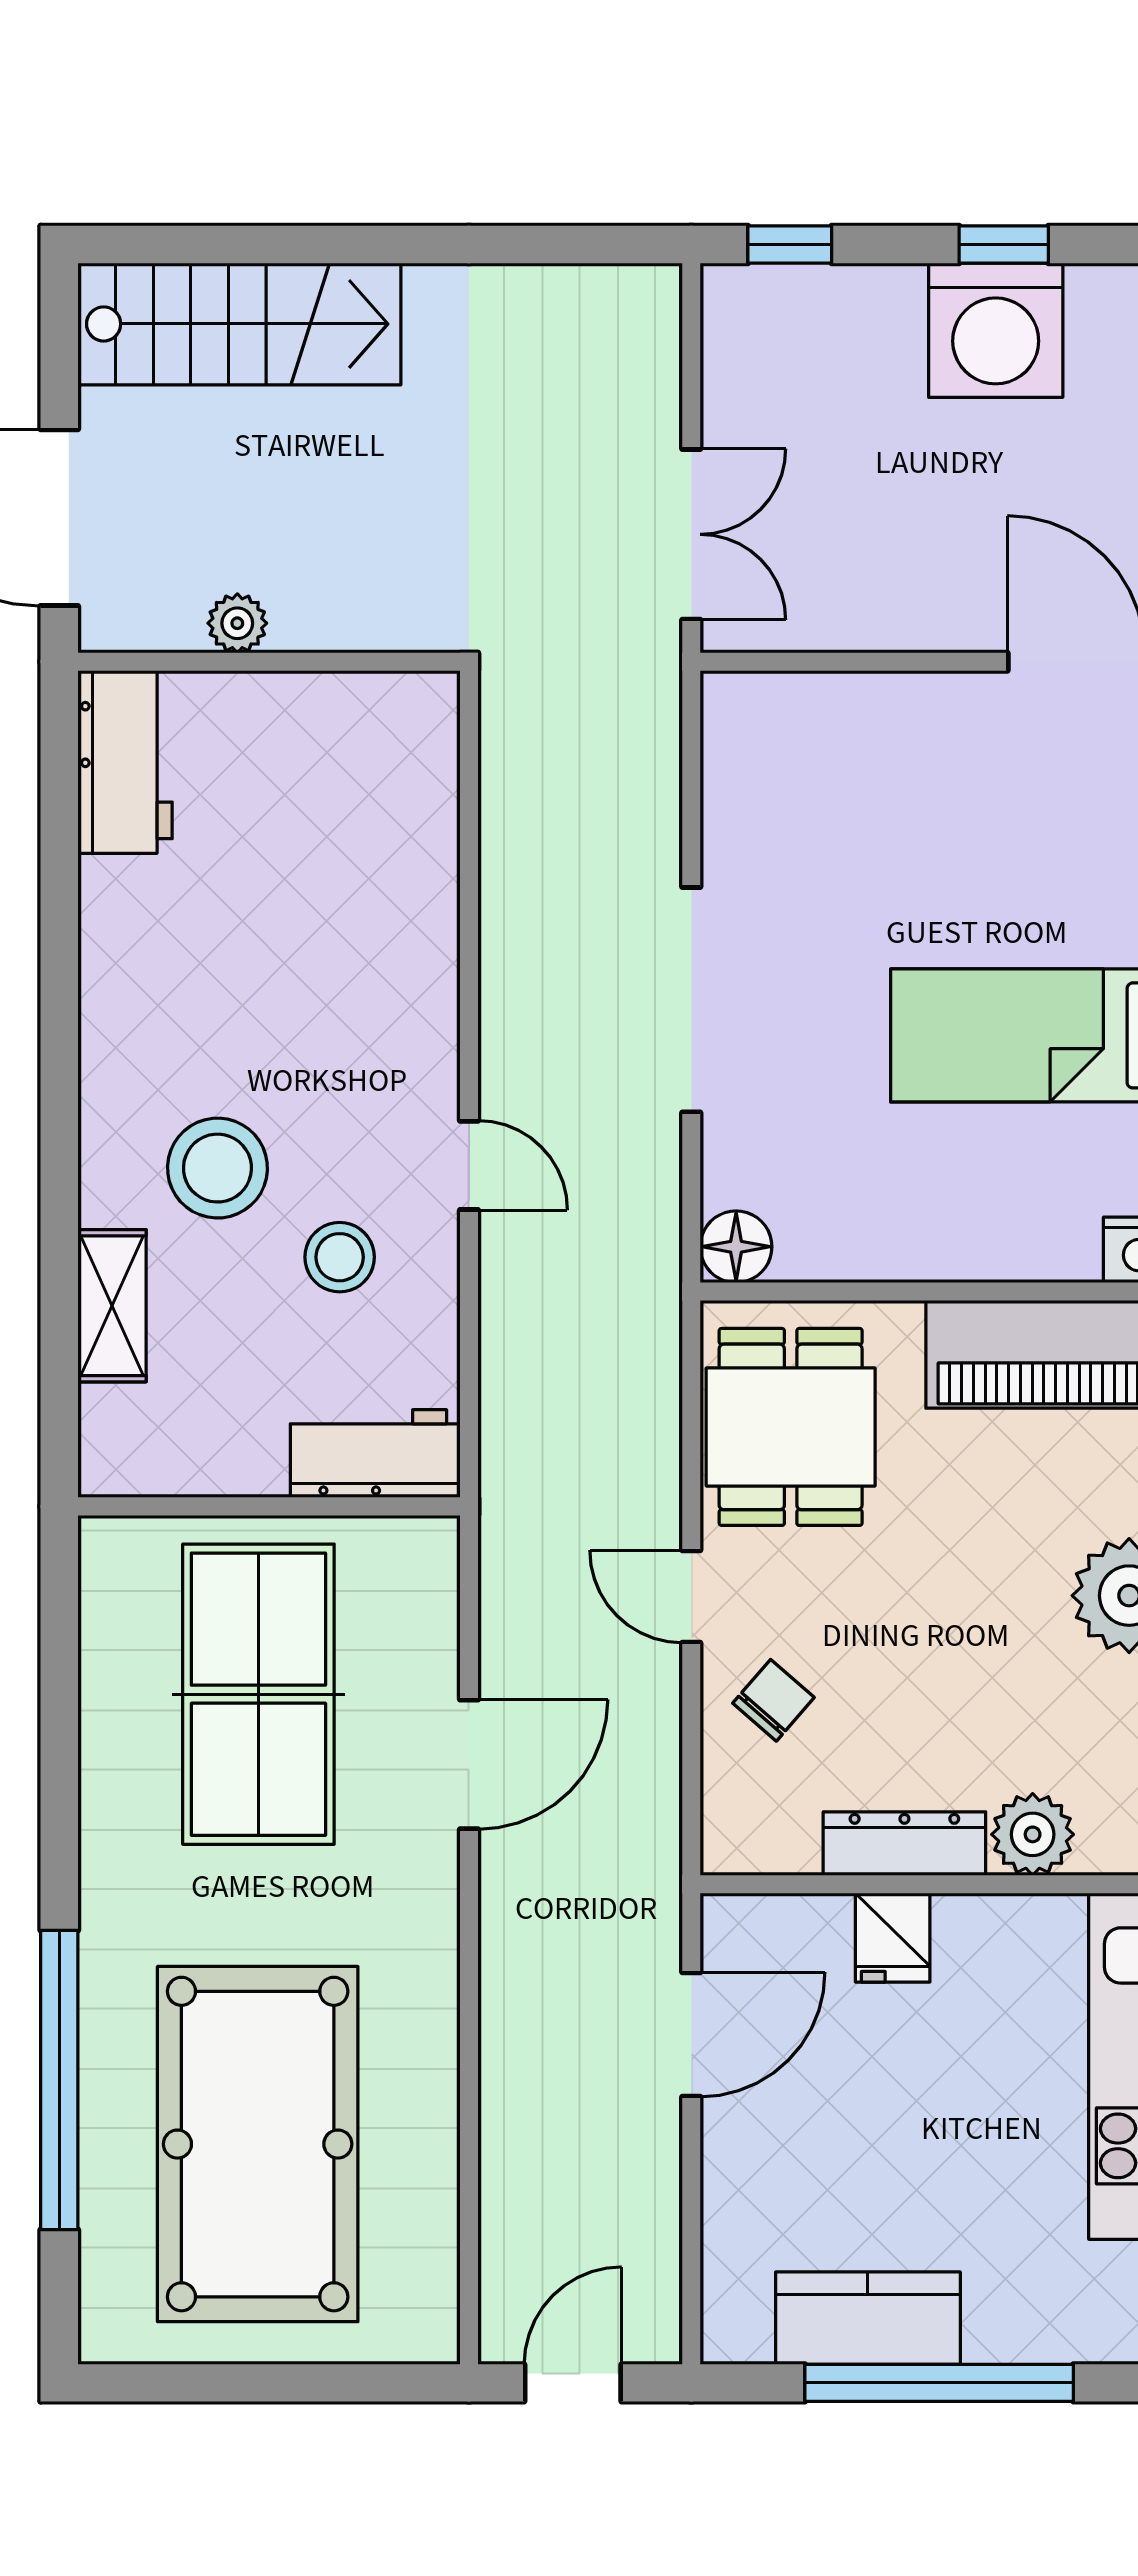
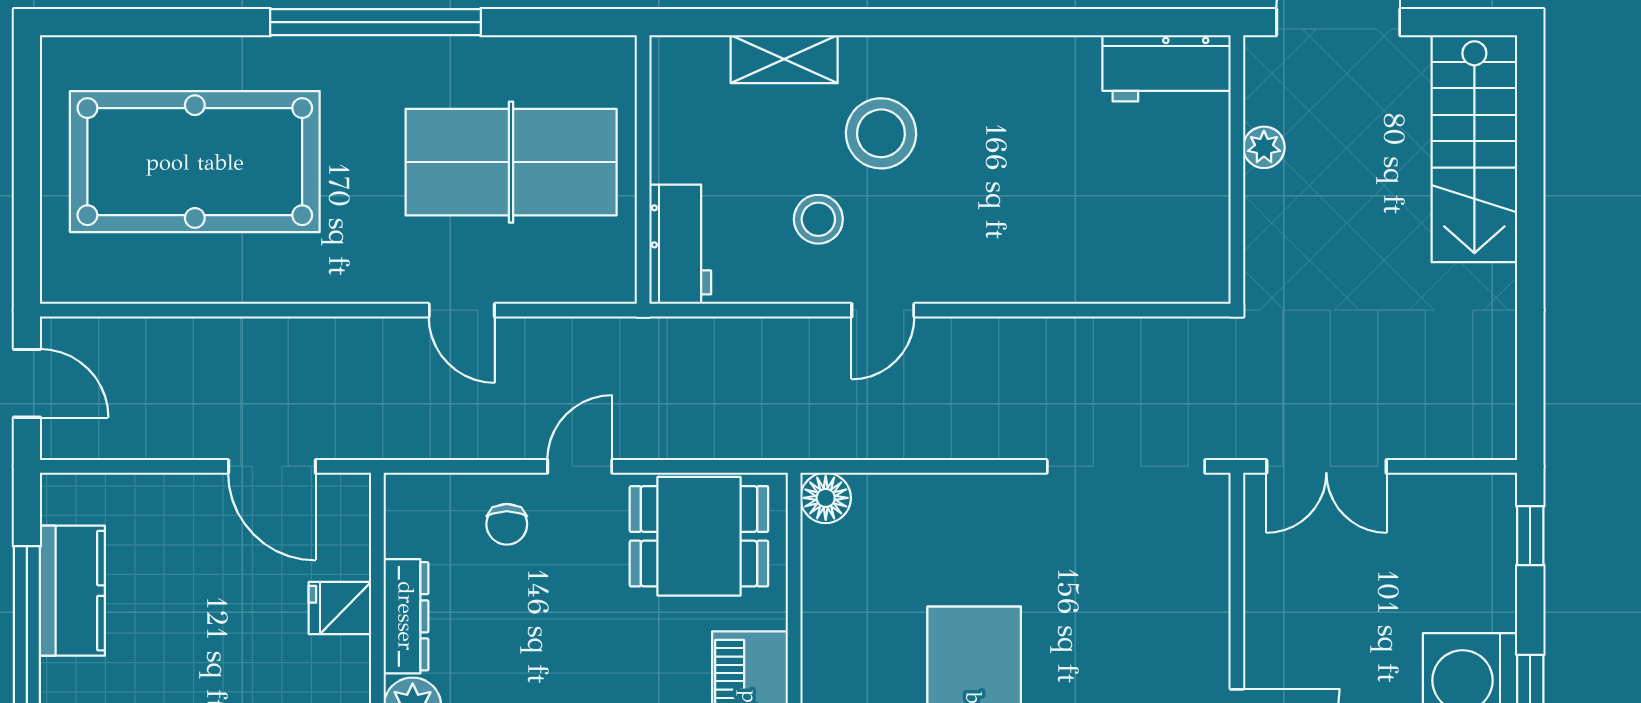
doorway: (691, 1000) -> (1126, 466), moved
chair: (773, 1700) -> (507, 524), turned 49
door: (469, 1764) -> (462, 310), width x0.73
window: (59, 2080) -> (375, 22), moved

